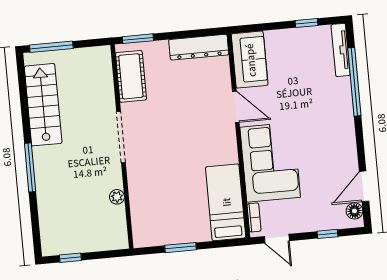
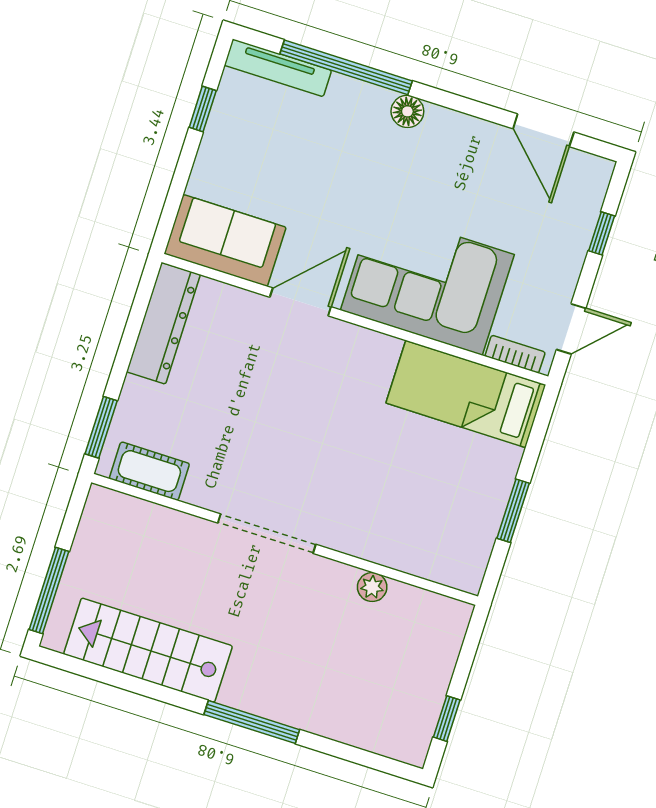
cot: (131, 76) -> (149, 471), width x0.73, depth x0.75
floor lamp: (354, 211) -> (407, 111), moved

